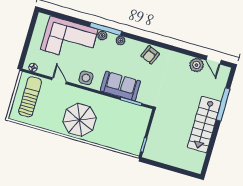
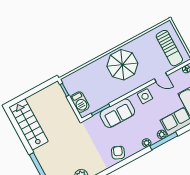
barbecue: (141, 123) -> (80, 102), added
stairs: (204, 124) -> (28, 124), moved

